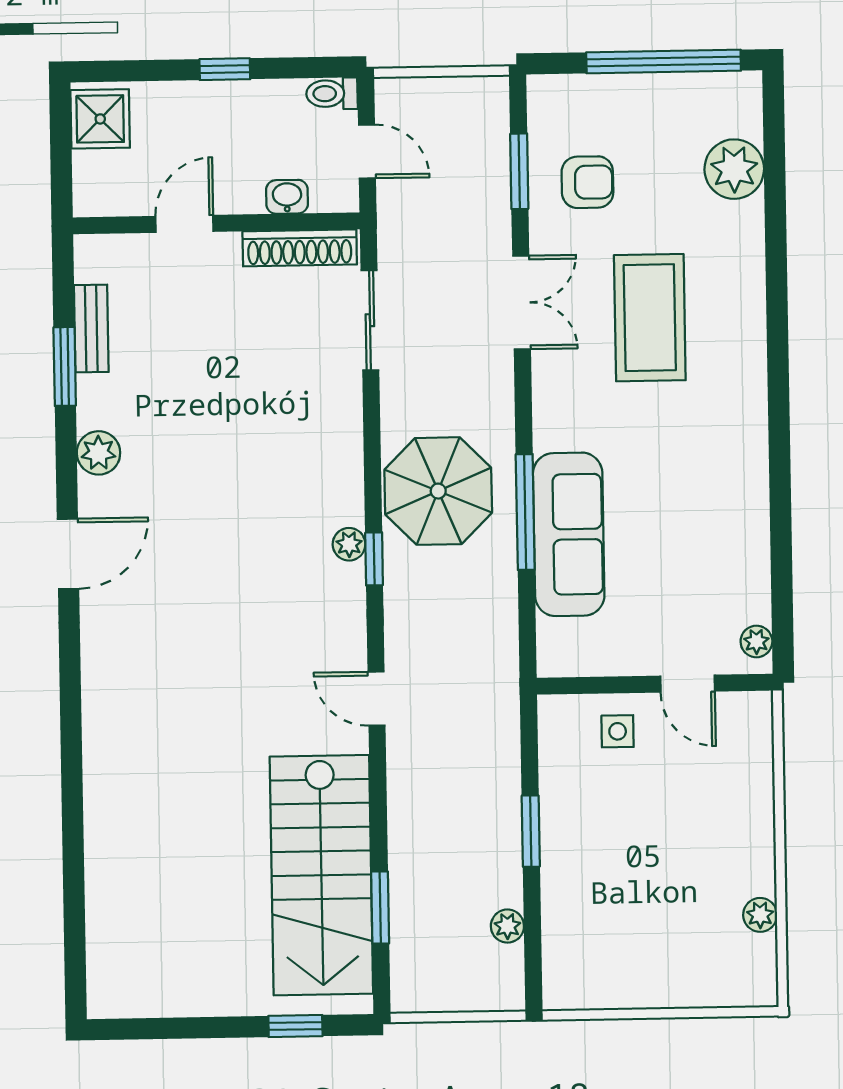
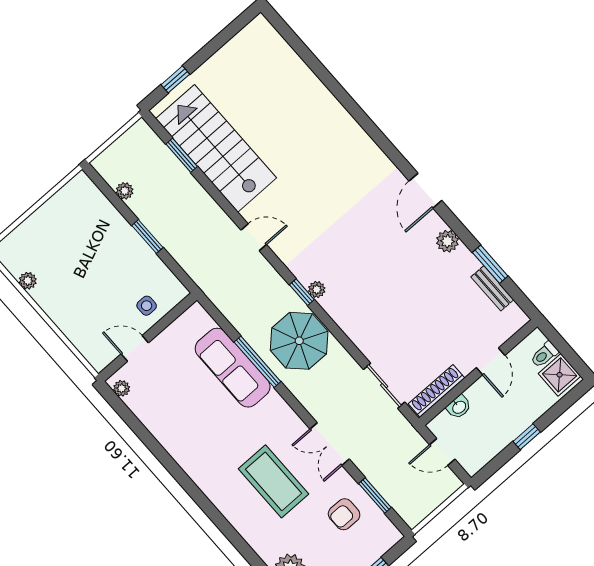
toilet: (332, 94) -> (544, 355), moved, turned 180

